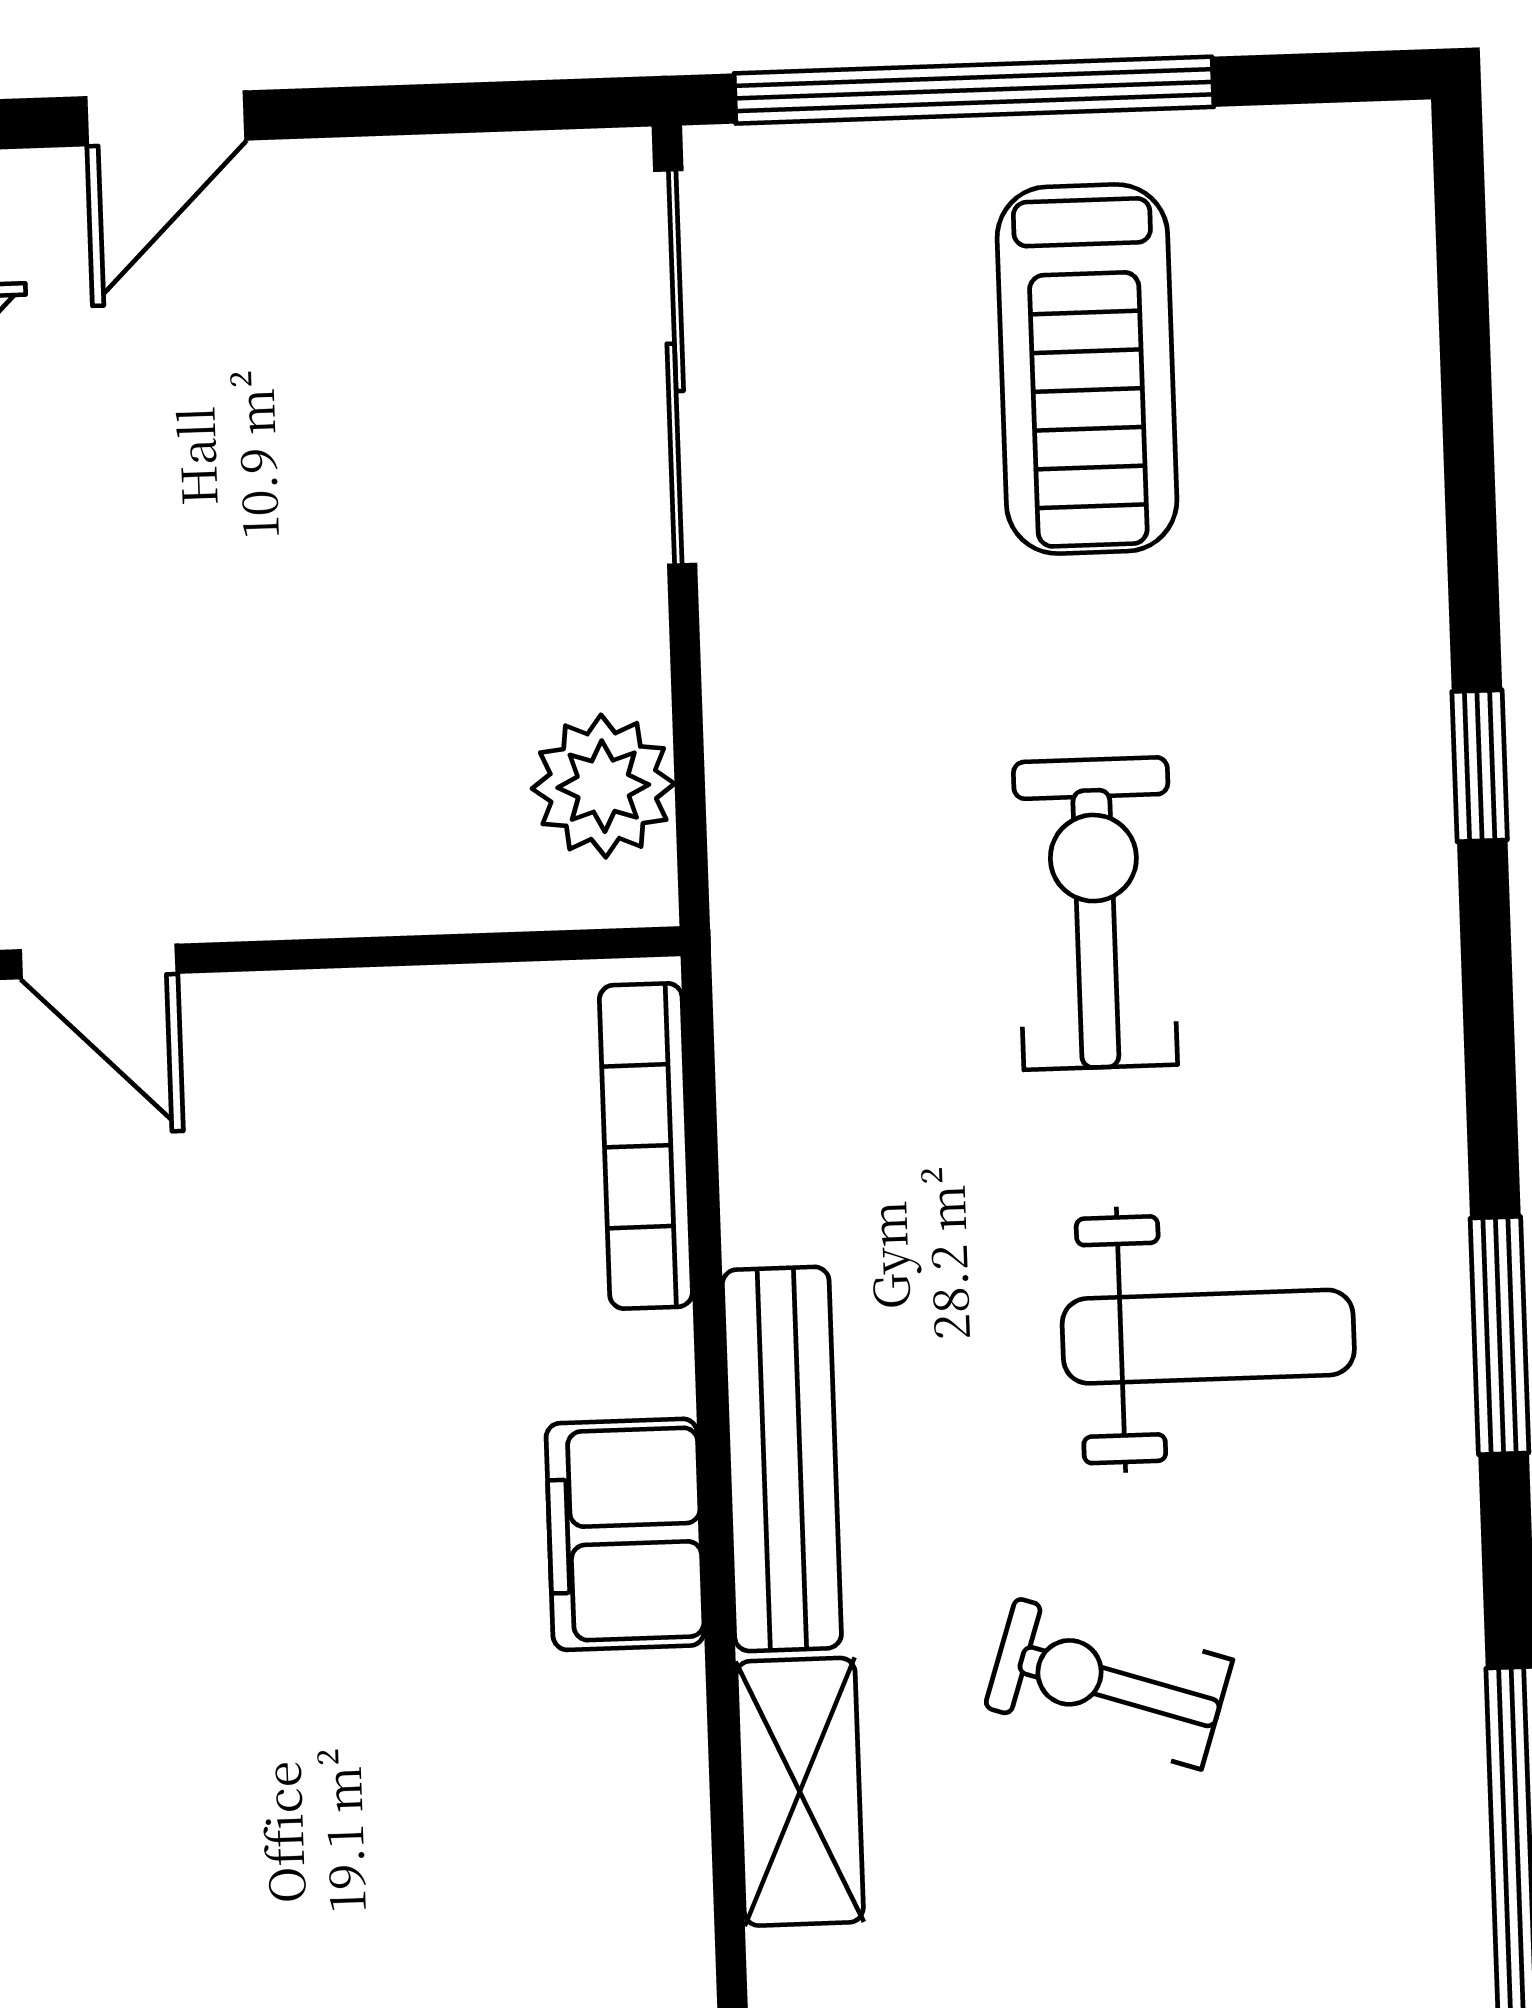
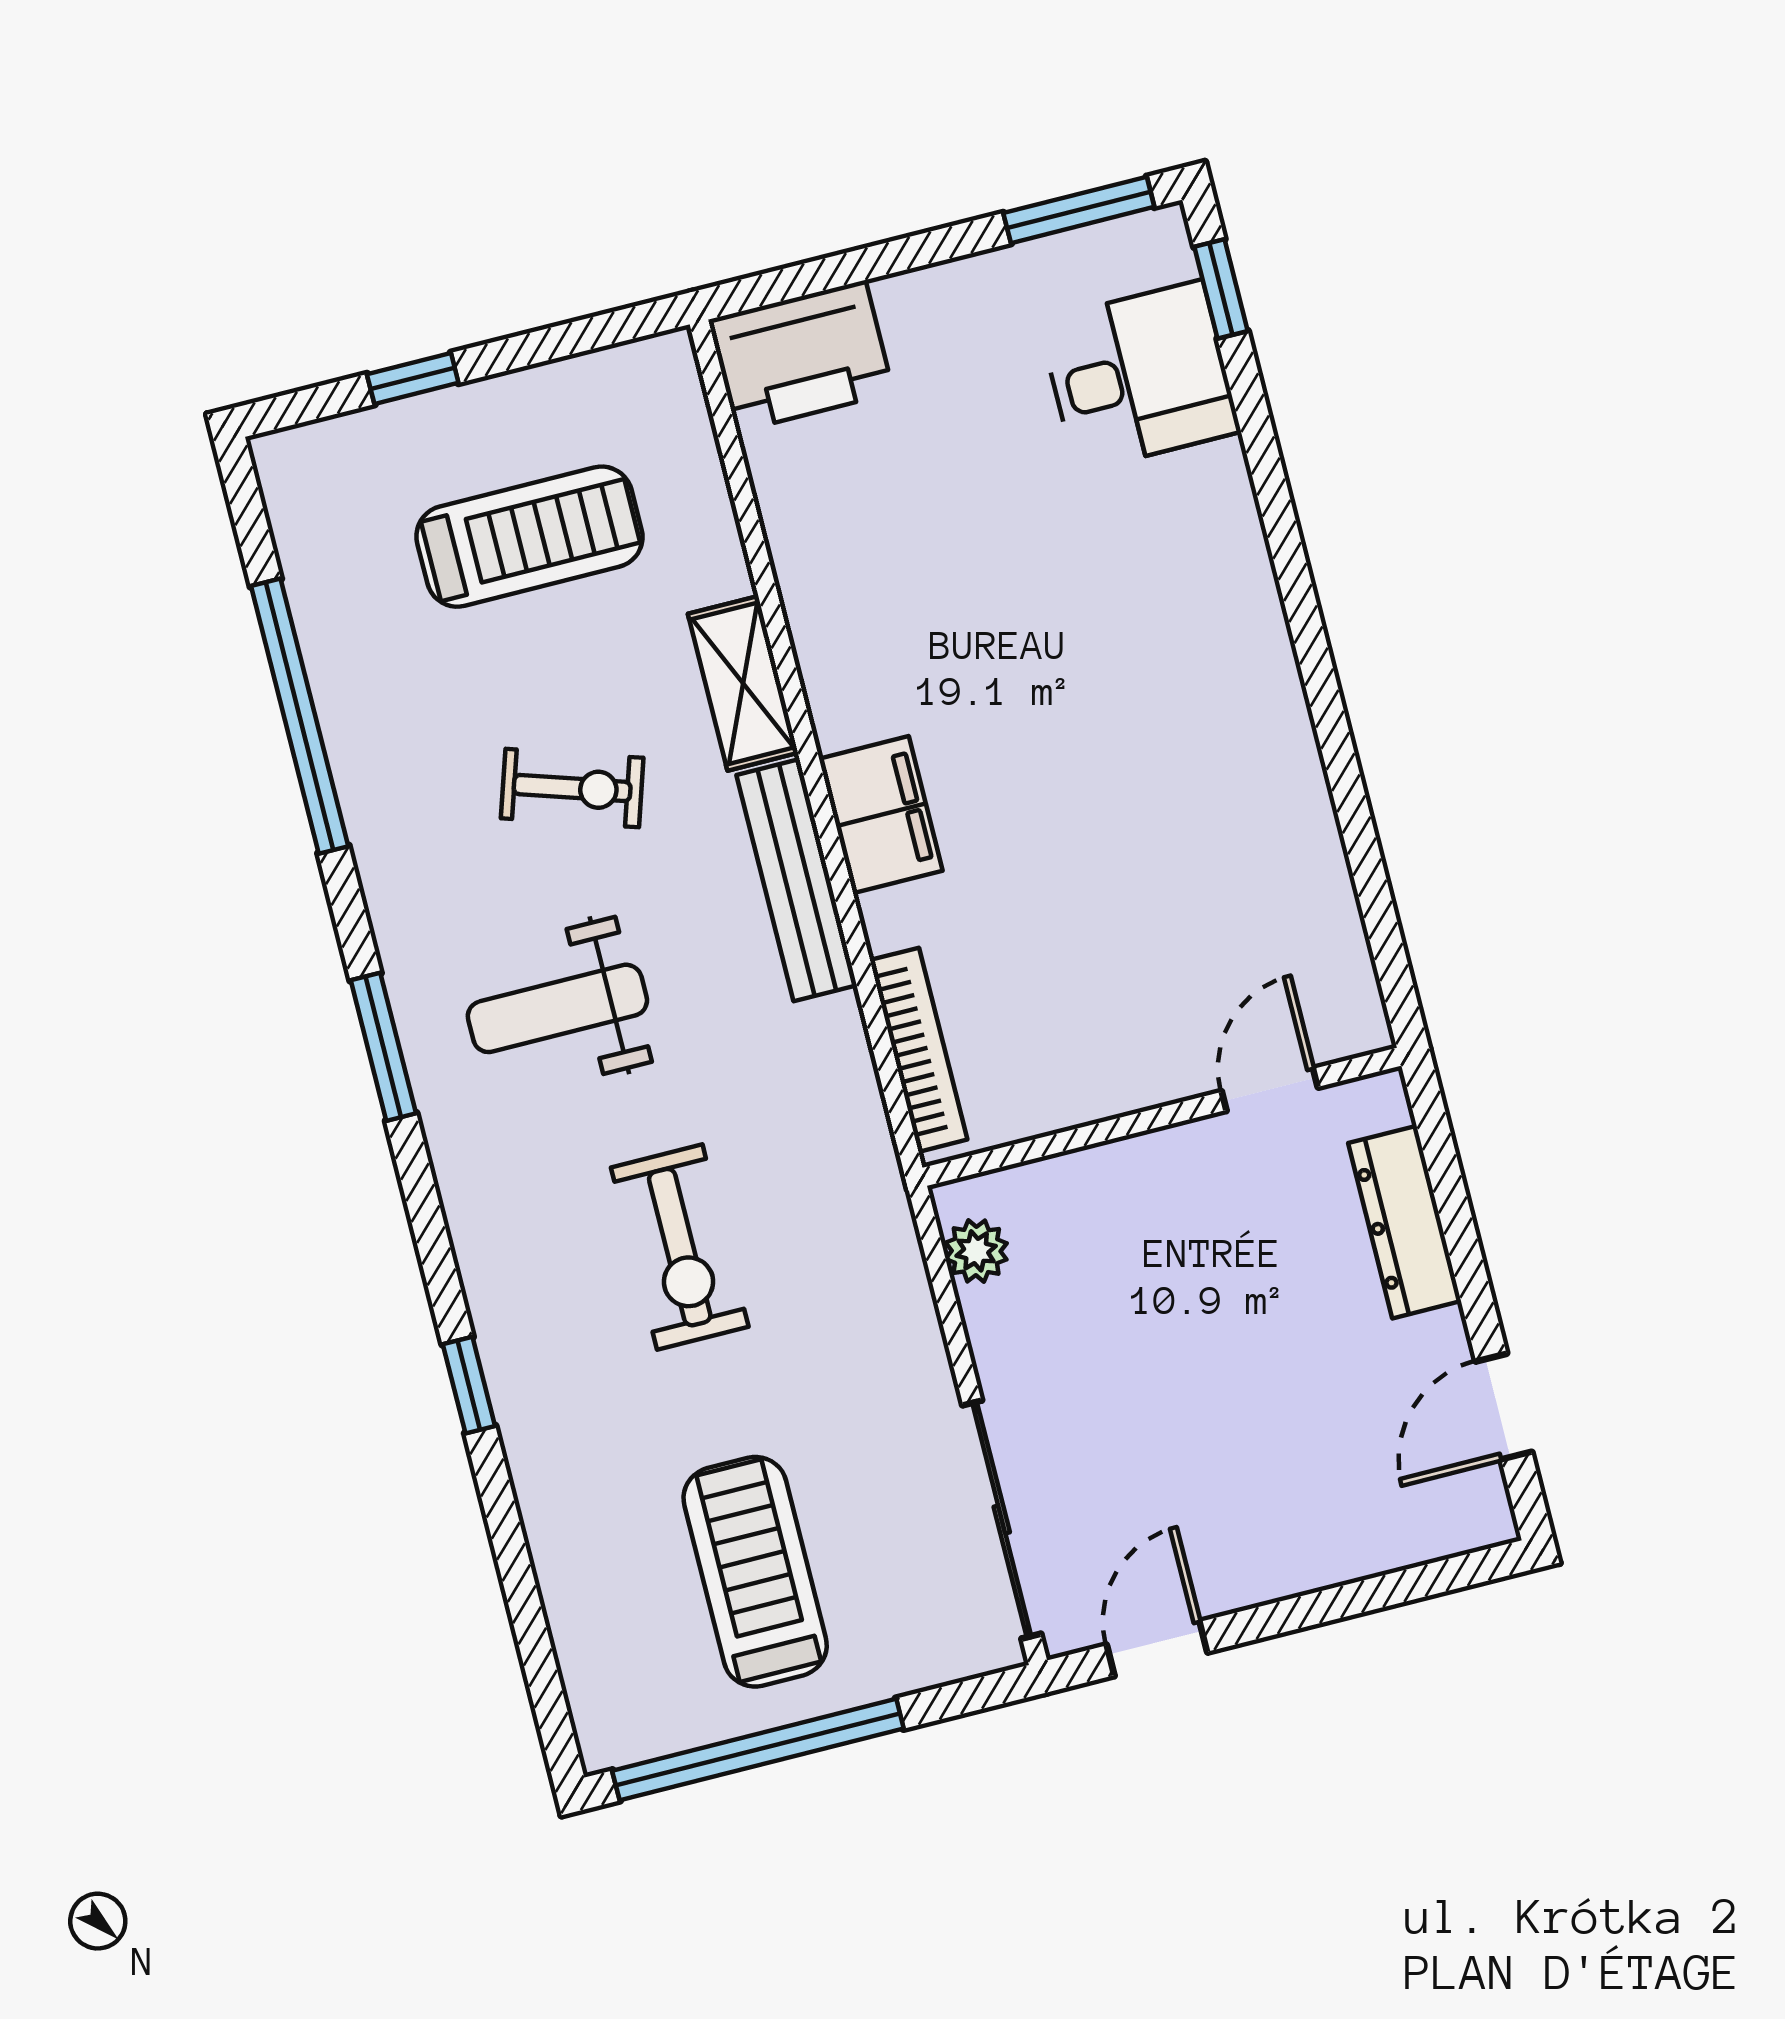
window: (974, 90) -> (758, 1750), moved
door: (166, 118) -> (1157, 1649), moved
plant: (603, 786) -> (976, 1251), width x0.73, depth x0.73
door: (99, 962) -> (1270, 1089), hinge flipped

